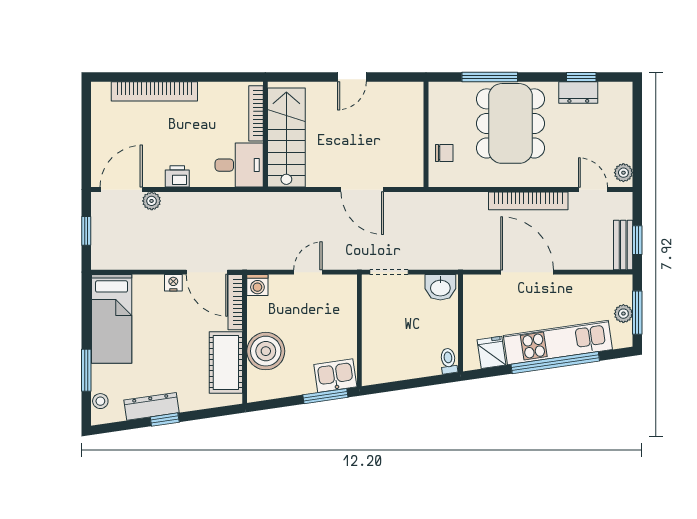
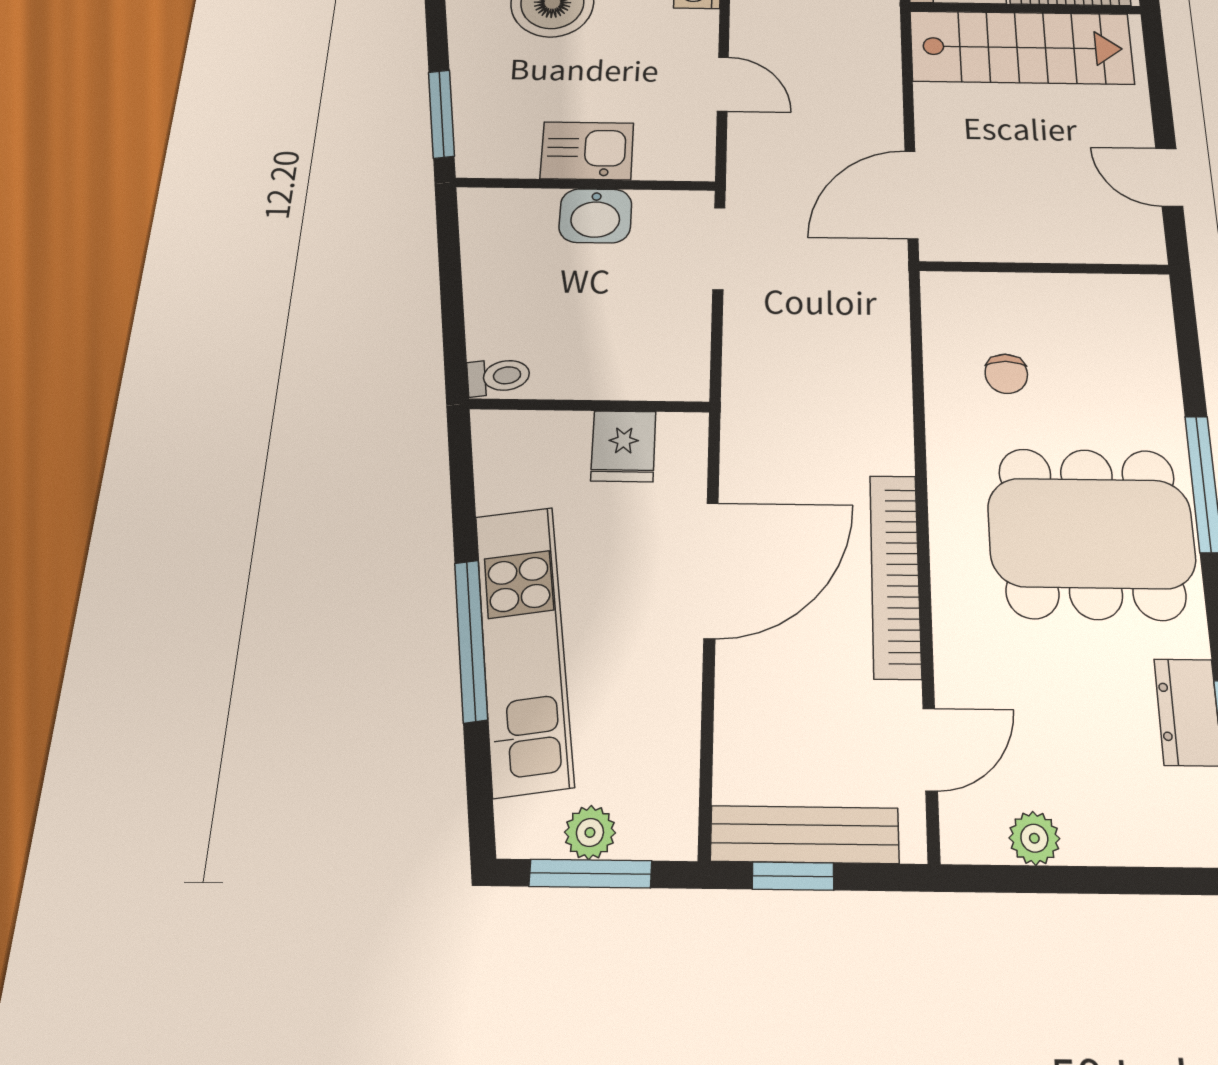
wall: (426, 134) -> (1044, 268), moved
plant: (623, 173) -> (1034, 838), moved
bench: (623, 245) -> (805, 835), width x1.36
washbasin: (440, 287) -> (595, 216), moved, turned -90
fridge: (491, 352) -> (623, 446), moved, turned 98
window: (555, 363) -> (471, 640), width x0.68
kitchen sink: (335, 376) -> (587, 151), moved, turned -82

